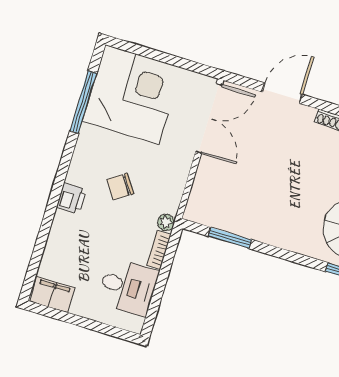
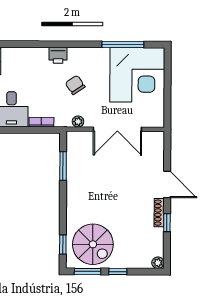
door: (282, 93) -> (167, 184), moved
double door: (209, 118) -> (117, 129), moved
plant: (166, 222) -> (78, 122), moved

